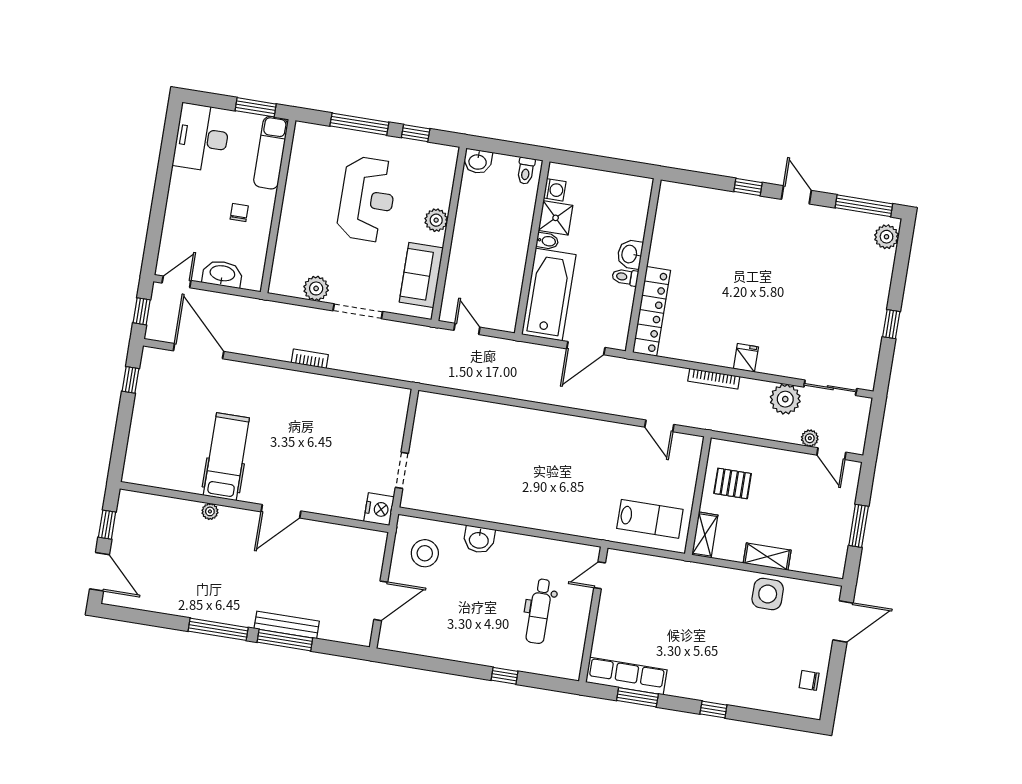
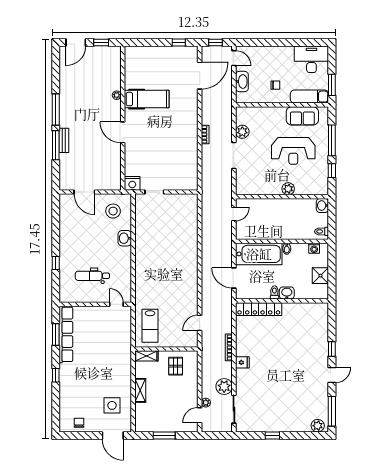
shower: (556, 218) -> (320, 276), moved
sofa: (421, 275) -> (302, 116), moved, turned 180
side table: (768, 594) -> (112, 405), moved
bench: (287, 625) -> (64, 140), width x0.73
row of seats: (626, 676) -> (66, 334), width x1.36

